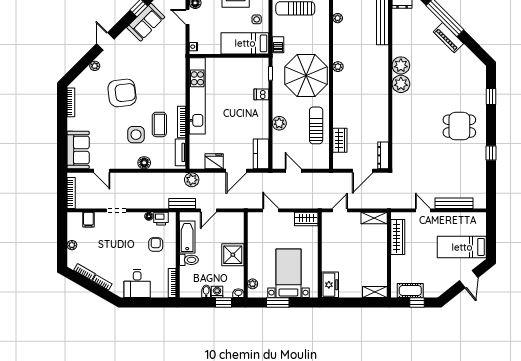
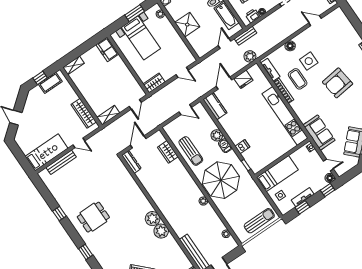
barbecue: (278, 45) -> (225, 146), moved
sofa: (78, 150) -> (319, 133), moved, turned 180
bed: (462, 247) -> (47, 152), moved

